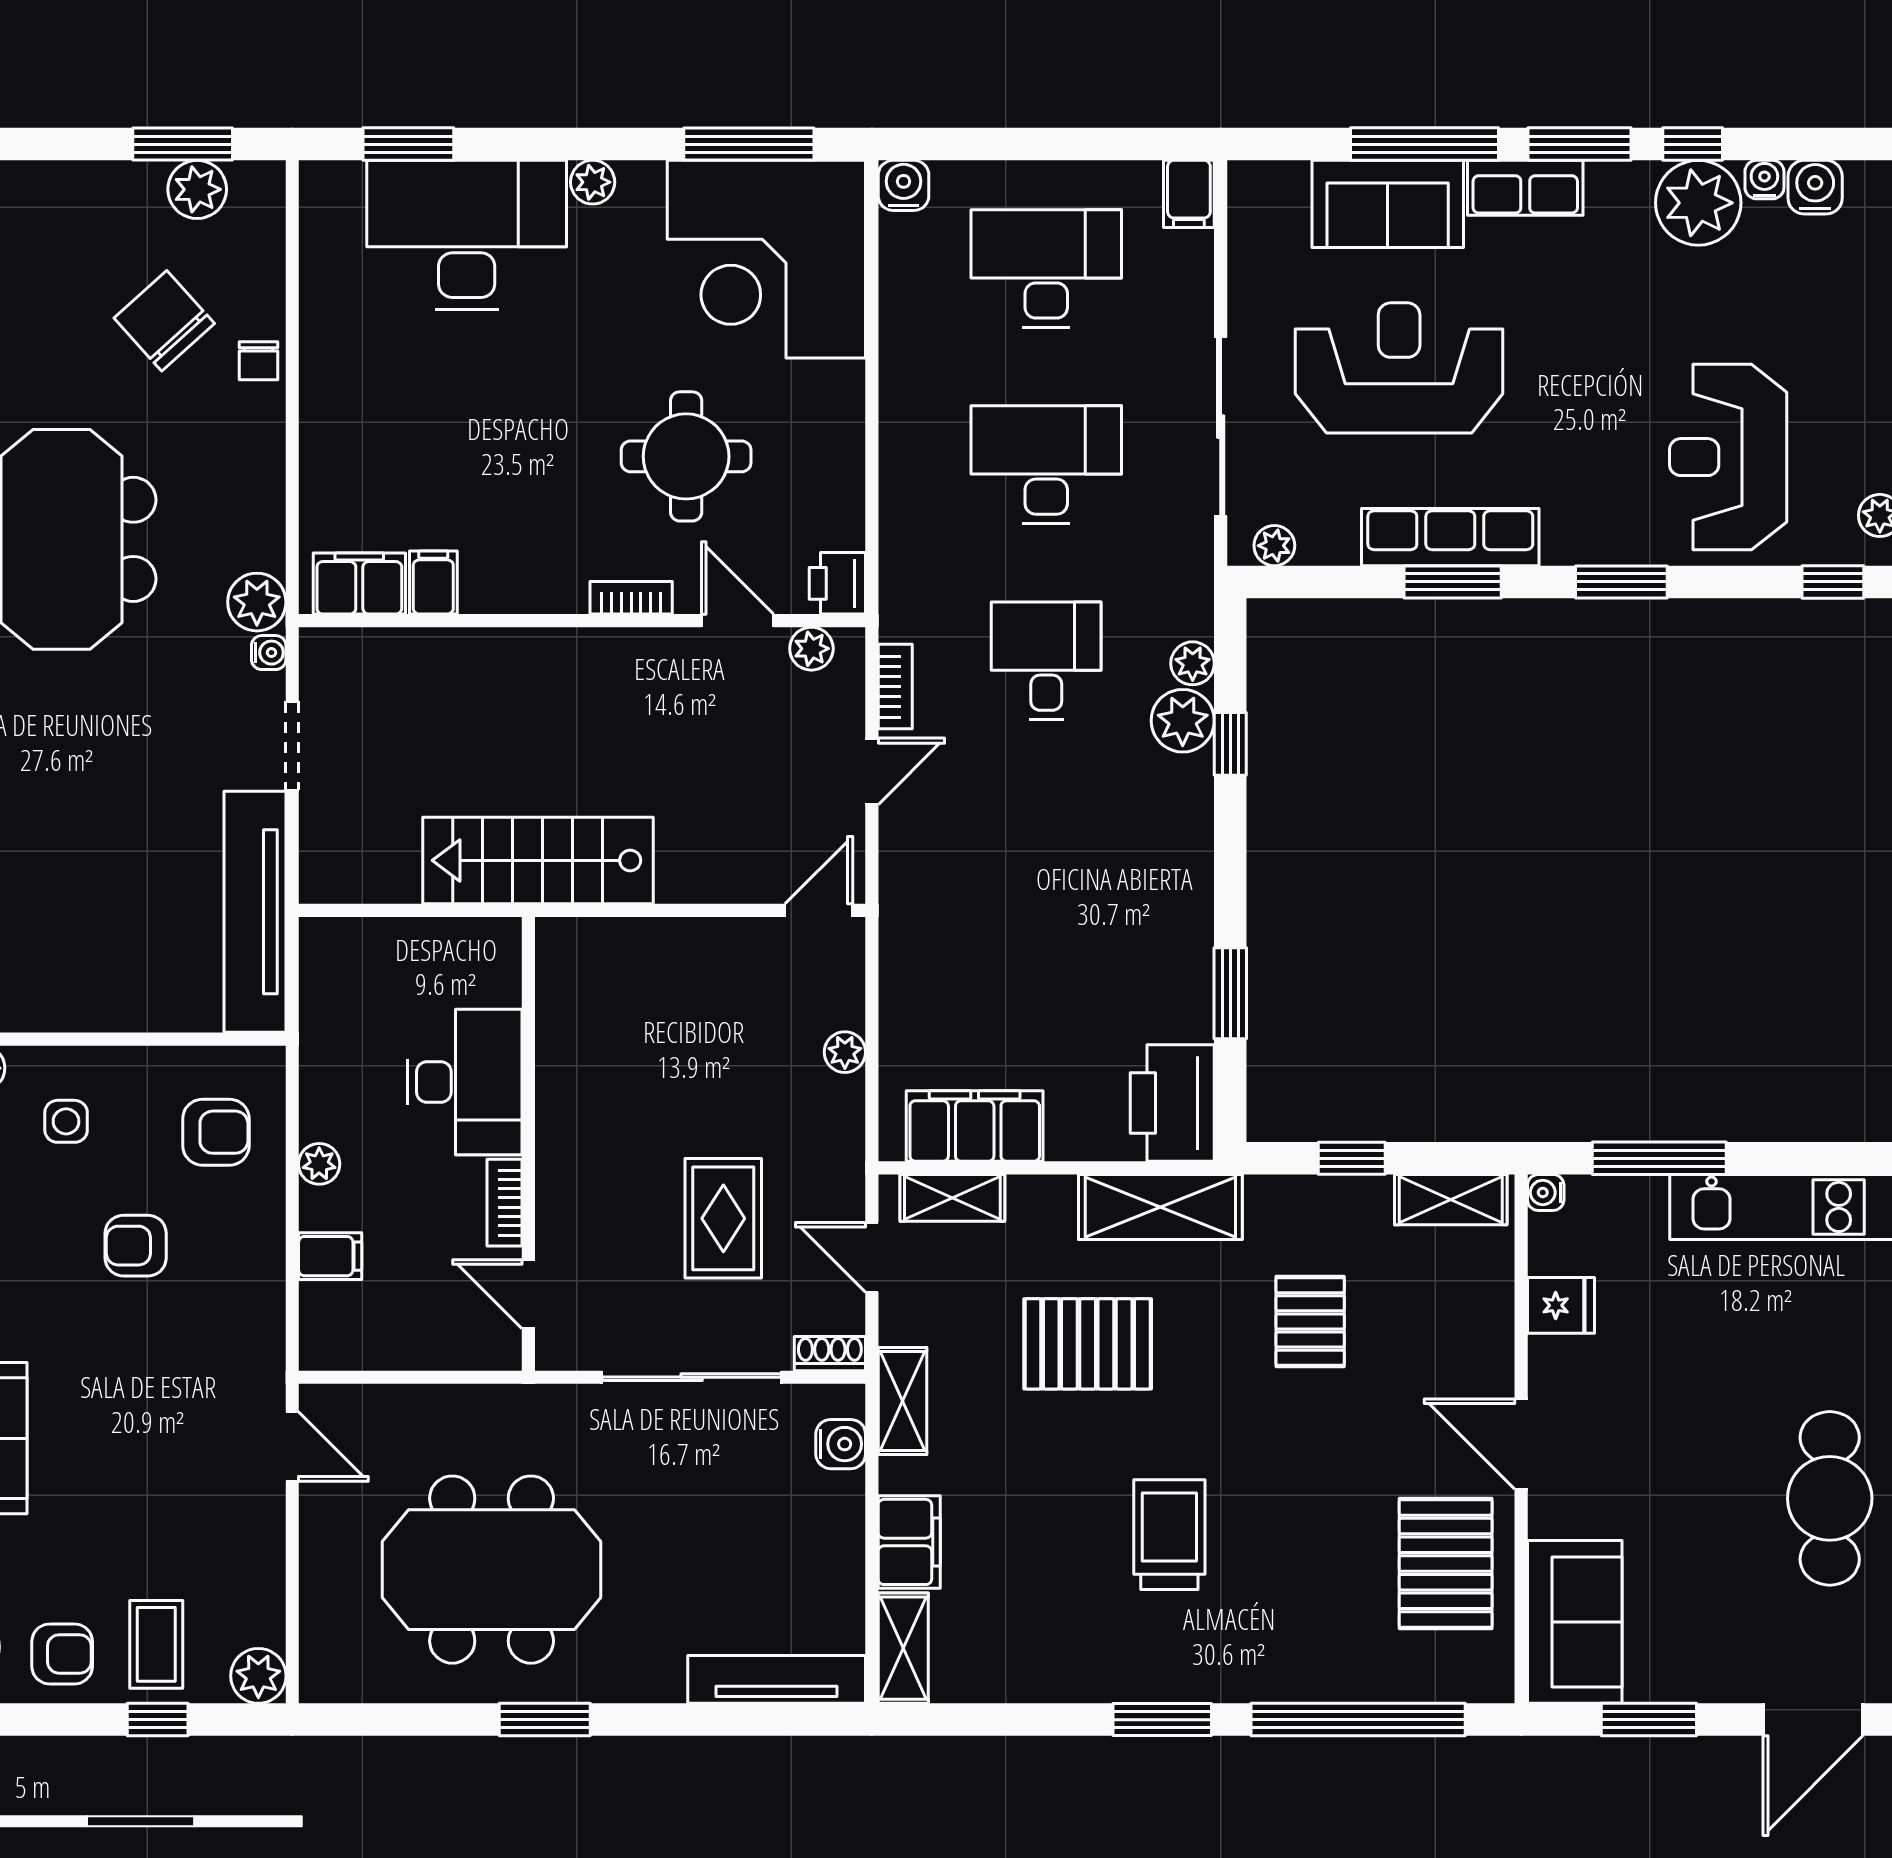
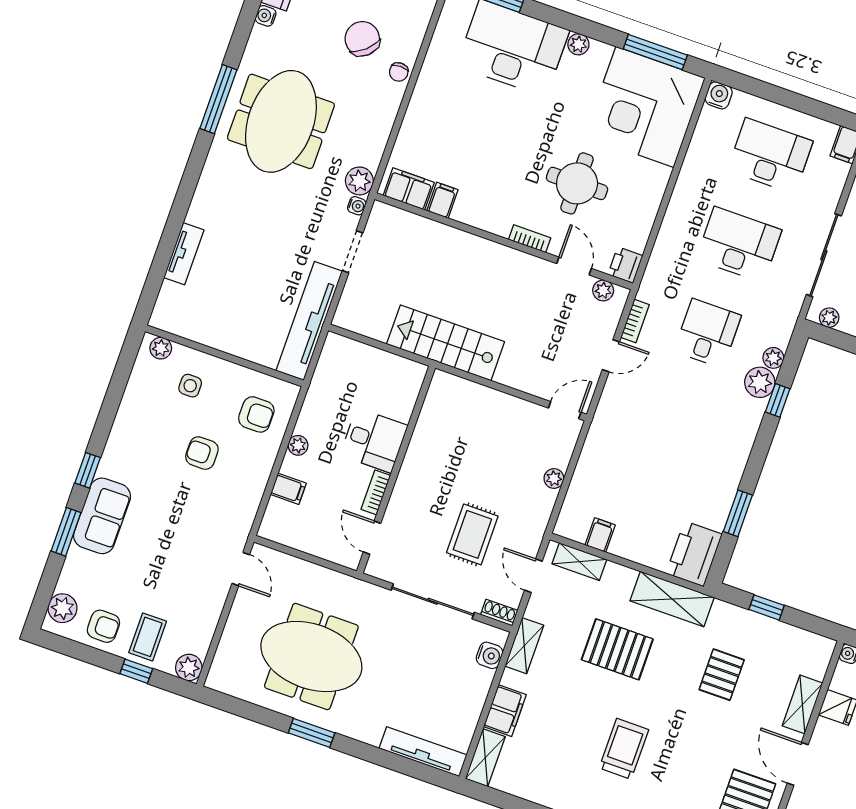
desk: (465, 1082) -> (374, 440), width x0.73
filing cabinet: (975, 1126) -> (600, 535), width x0.33, depth x0.86
shelving: (1451, 1200) -> (802, 704), moved, turned 90

